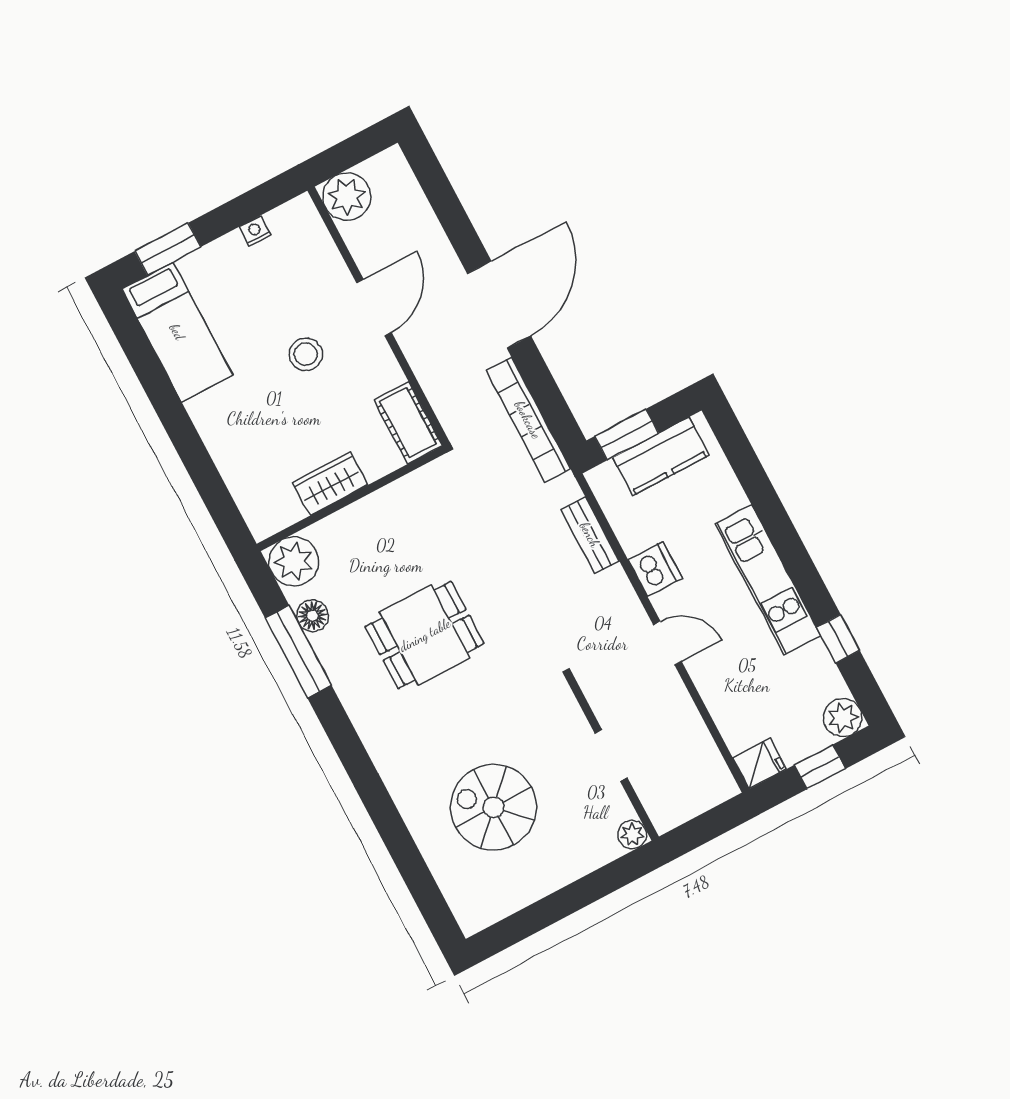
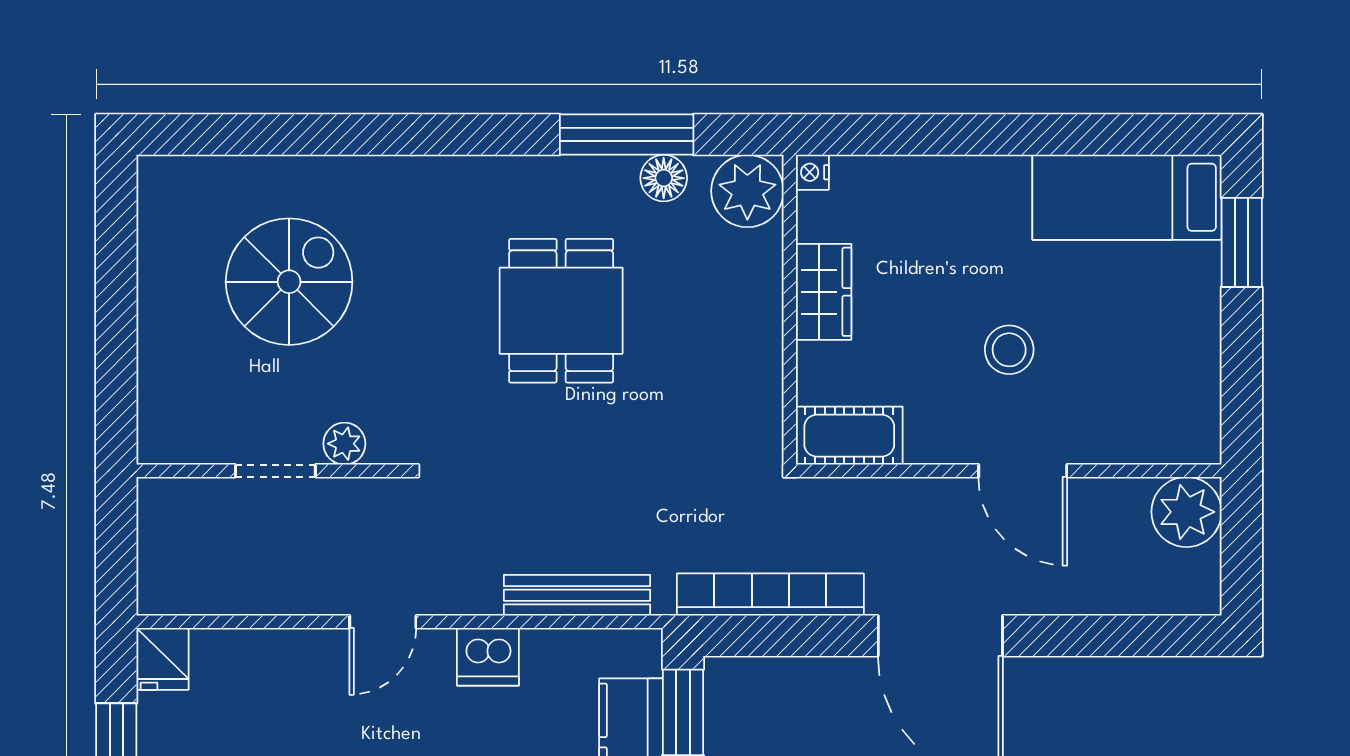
nightstand: (255, 231) -> (812, 172), moved, turned 180
bench: (590, 535) -> (577, 595), width x1.36
plant: (632, 835) -> (344, 444), moved

